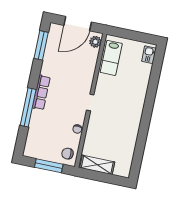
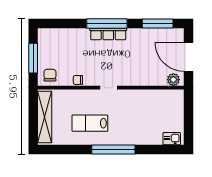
lab bench: (111, 58) -> (90, 123), moved
window: (28, 107) -> (107, 24), moved
window: (148, 110) -> (113, 149), added
shelving: (97, 165) -> (45, 117), width x1.47

